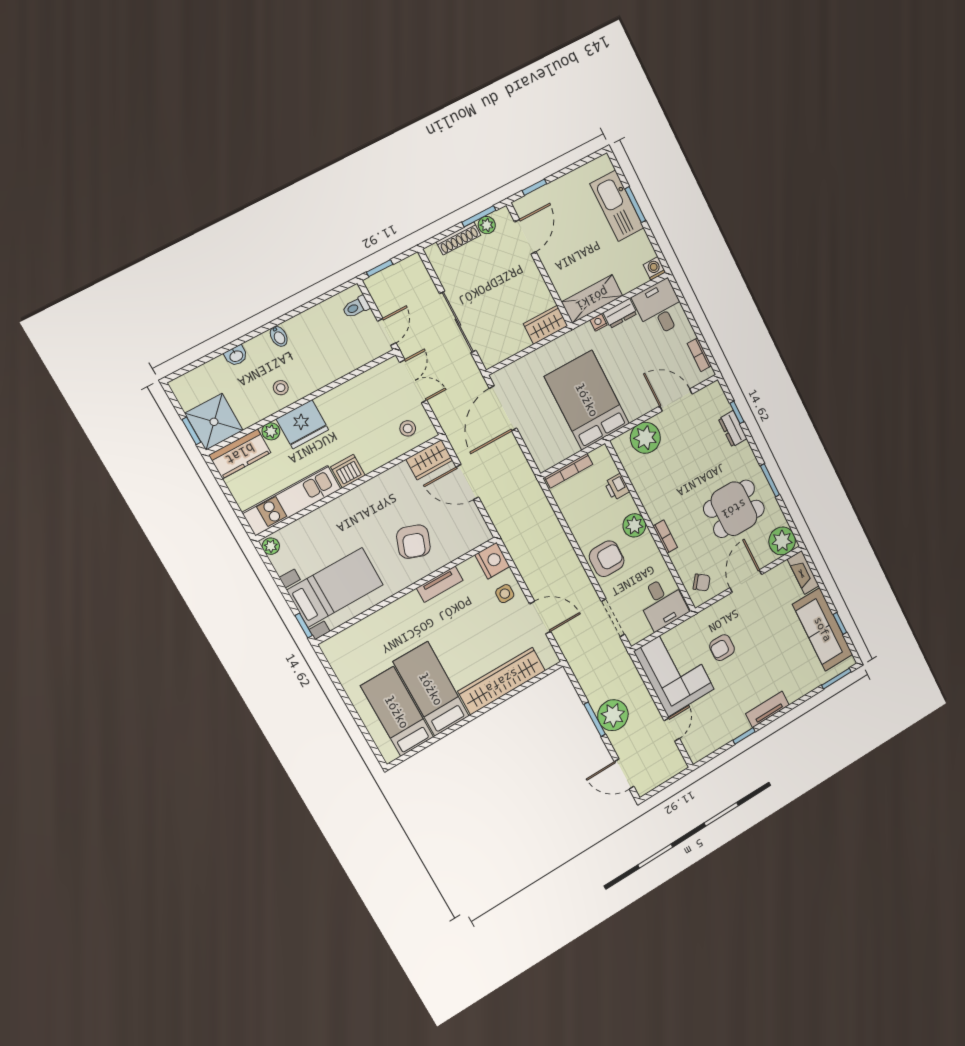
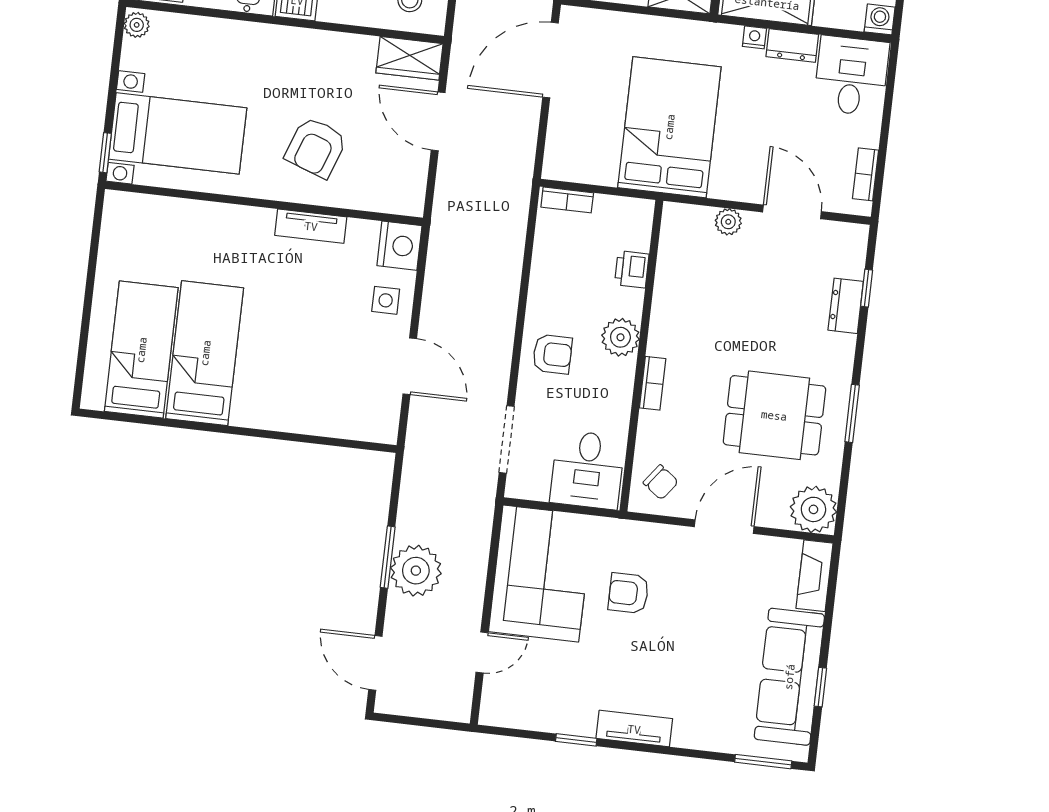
plant: (645, 438) -> (728, 222), width x0.53, depth x0.53
bookcase: (569, 471) -> (567, 200), width x0.64
armchair: (607, 559) -> (552, 354), width x0.72, depth x0.72
wardrobe: (502, 681) -> (301, 412), removed

